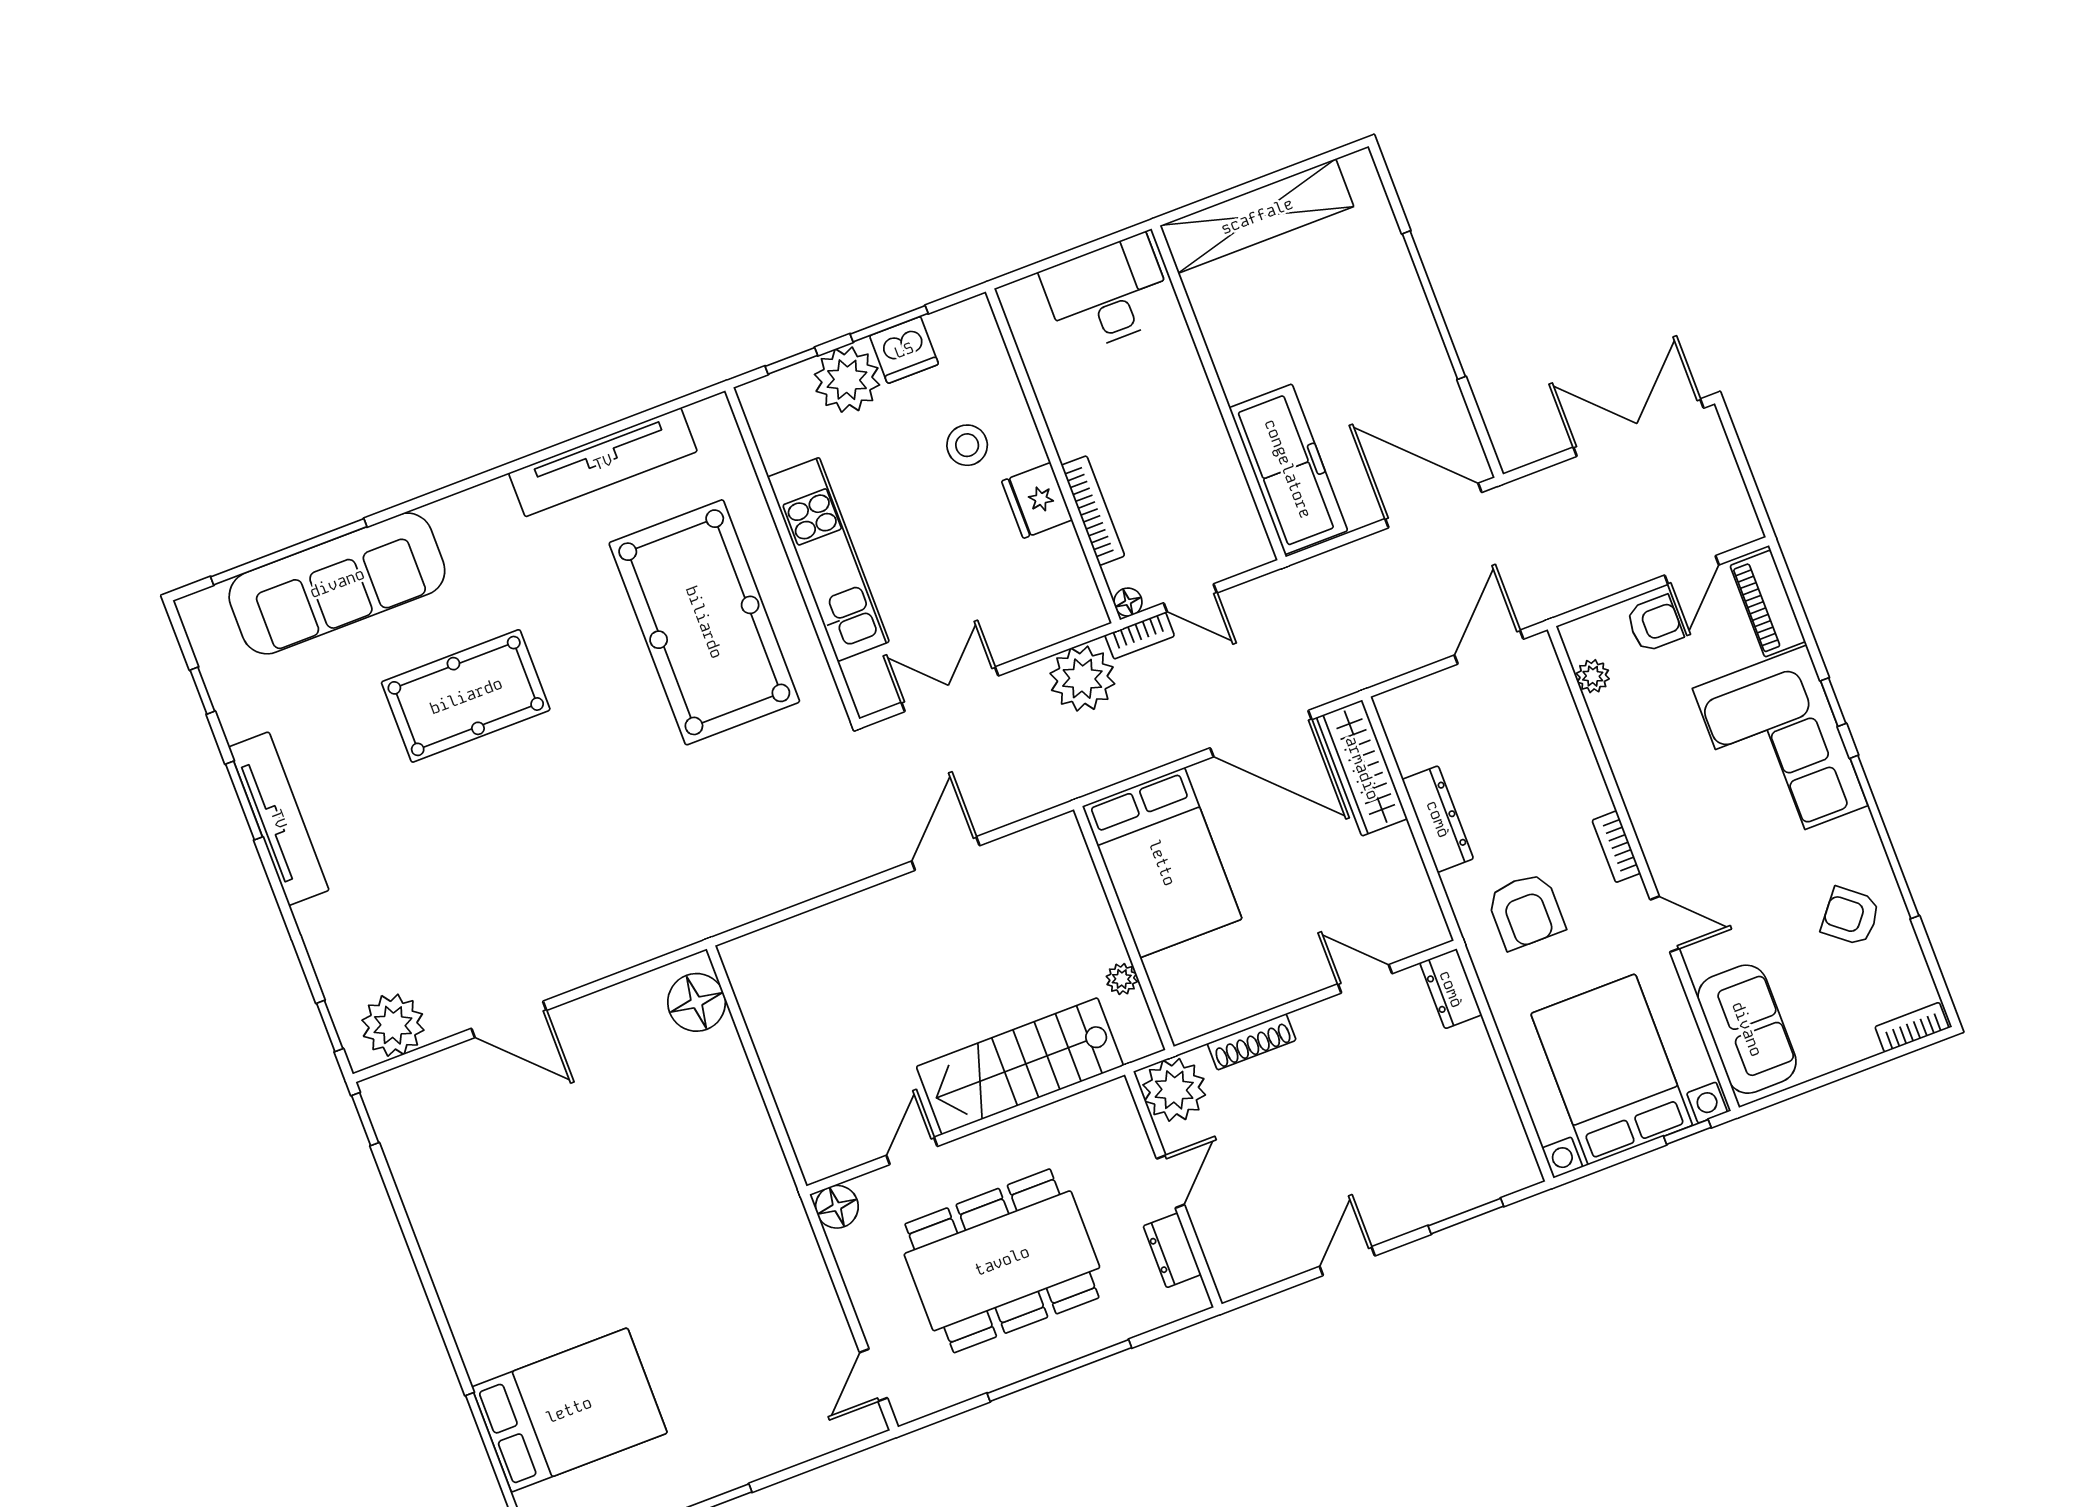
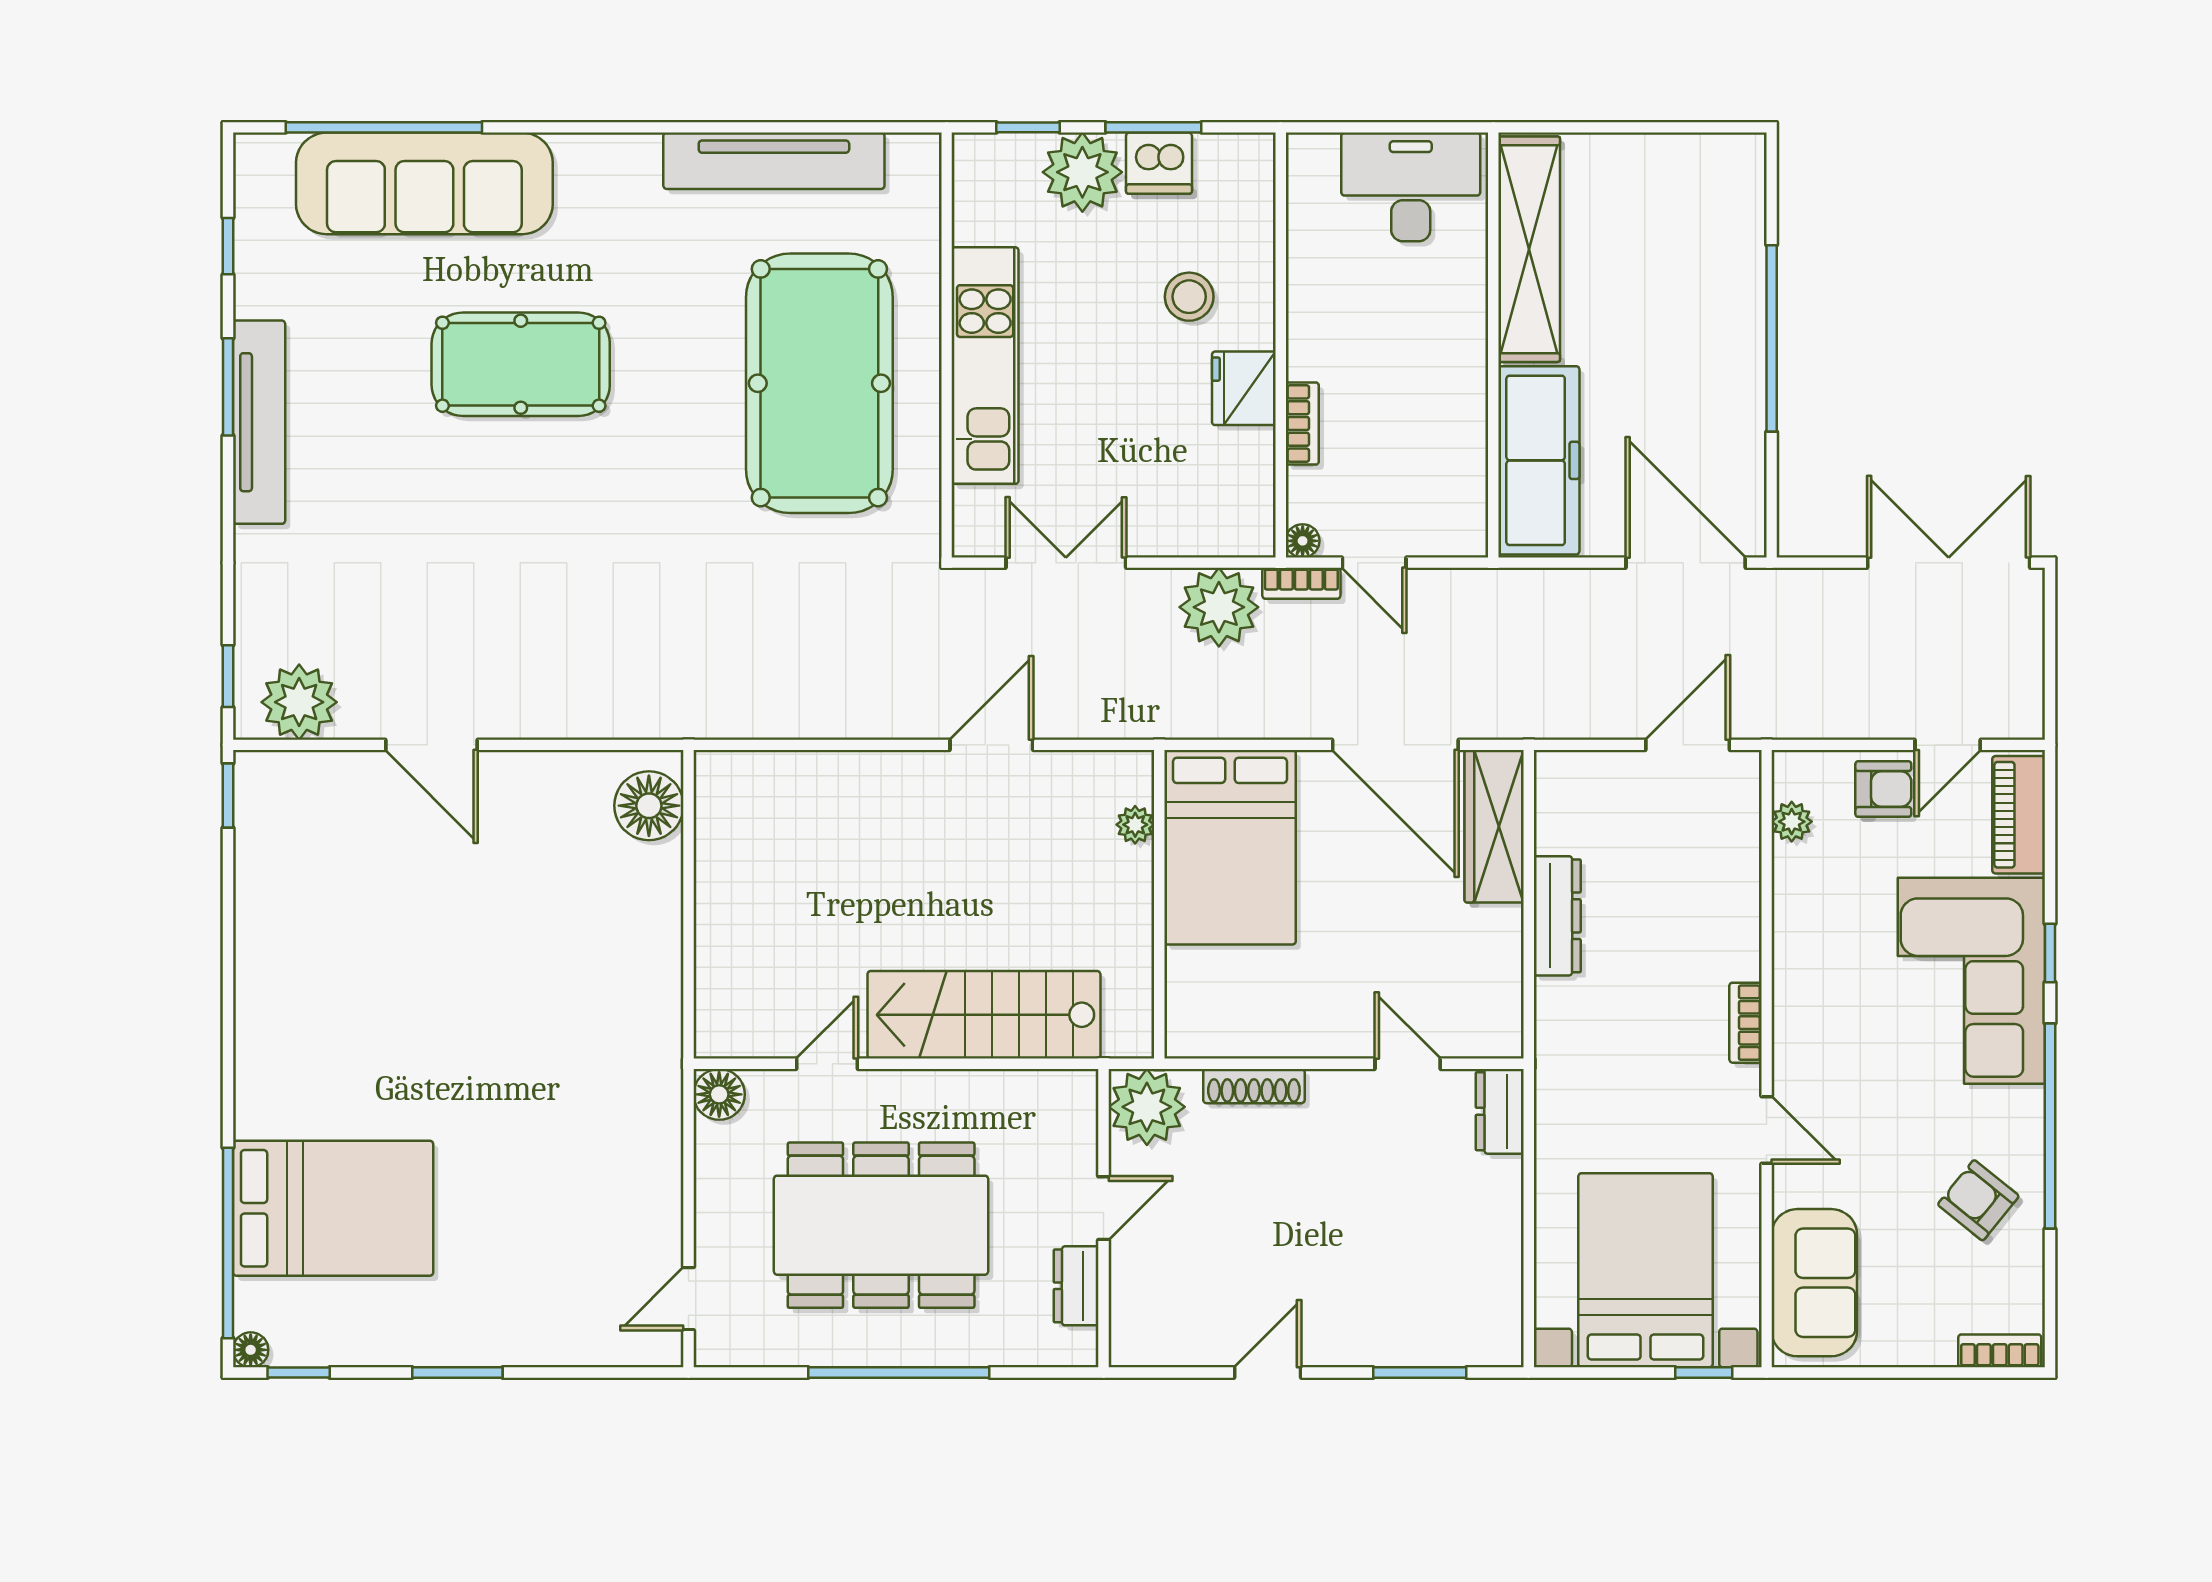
shelving: (1257, 216) -> (1529, 249), moved, turned 90
bookcase: (1093, 511) -> (1302, 424), width x0.64
armchair: (1526, 911) -> (1617, 1056), removed
plant: (1122, 979) -> (1135, 825), moved

